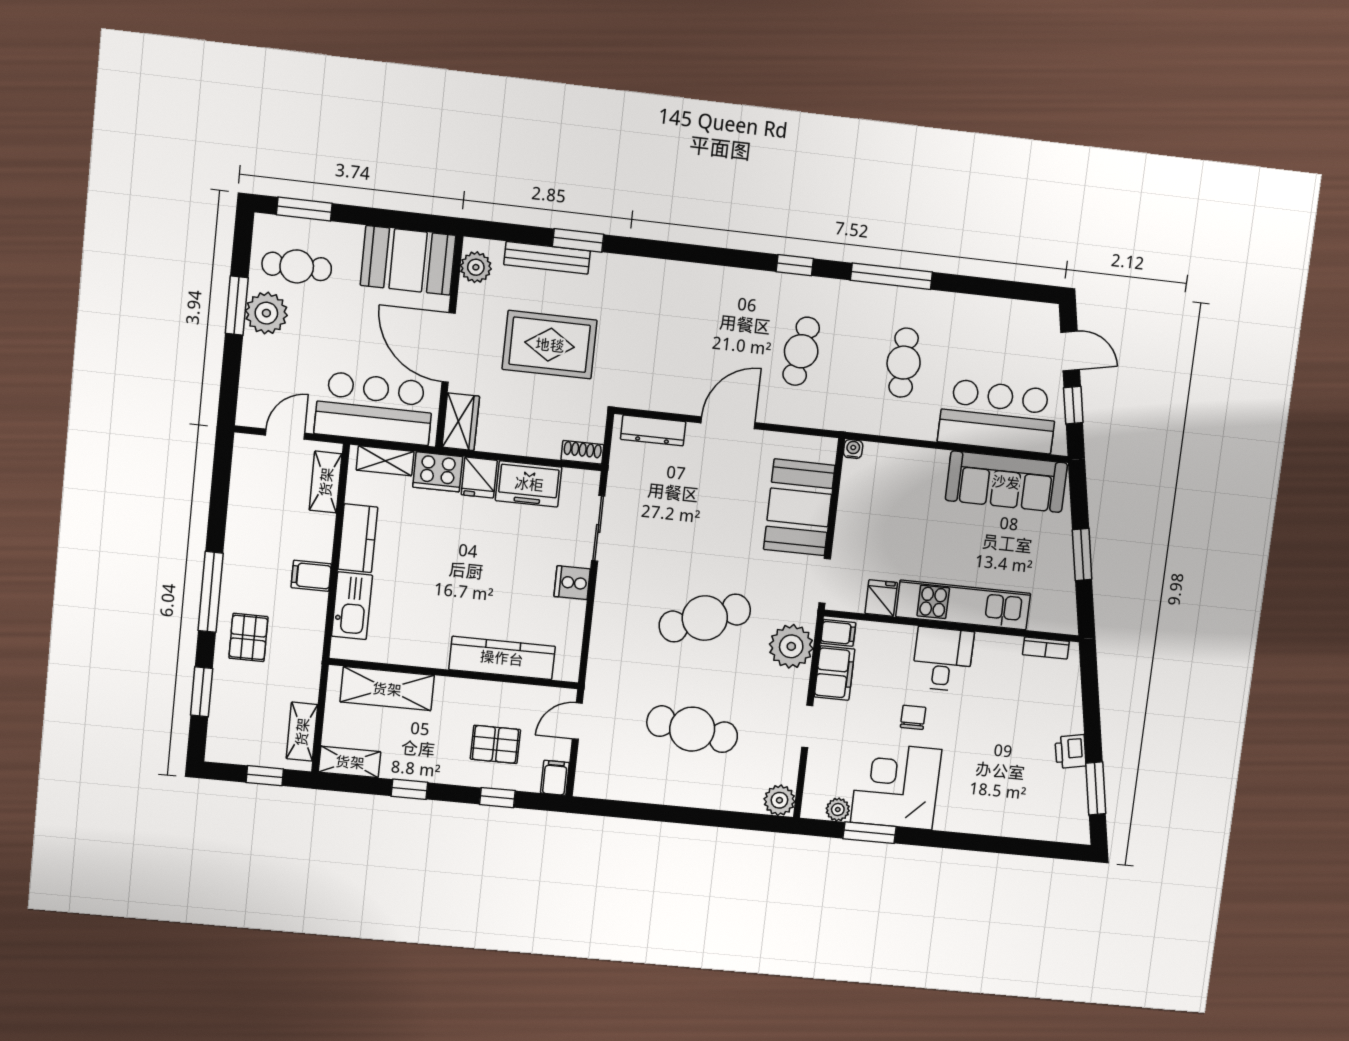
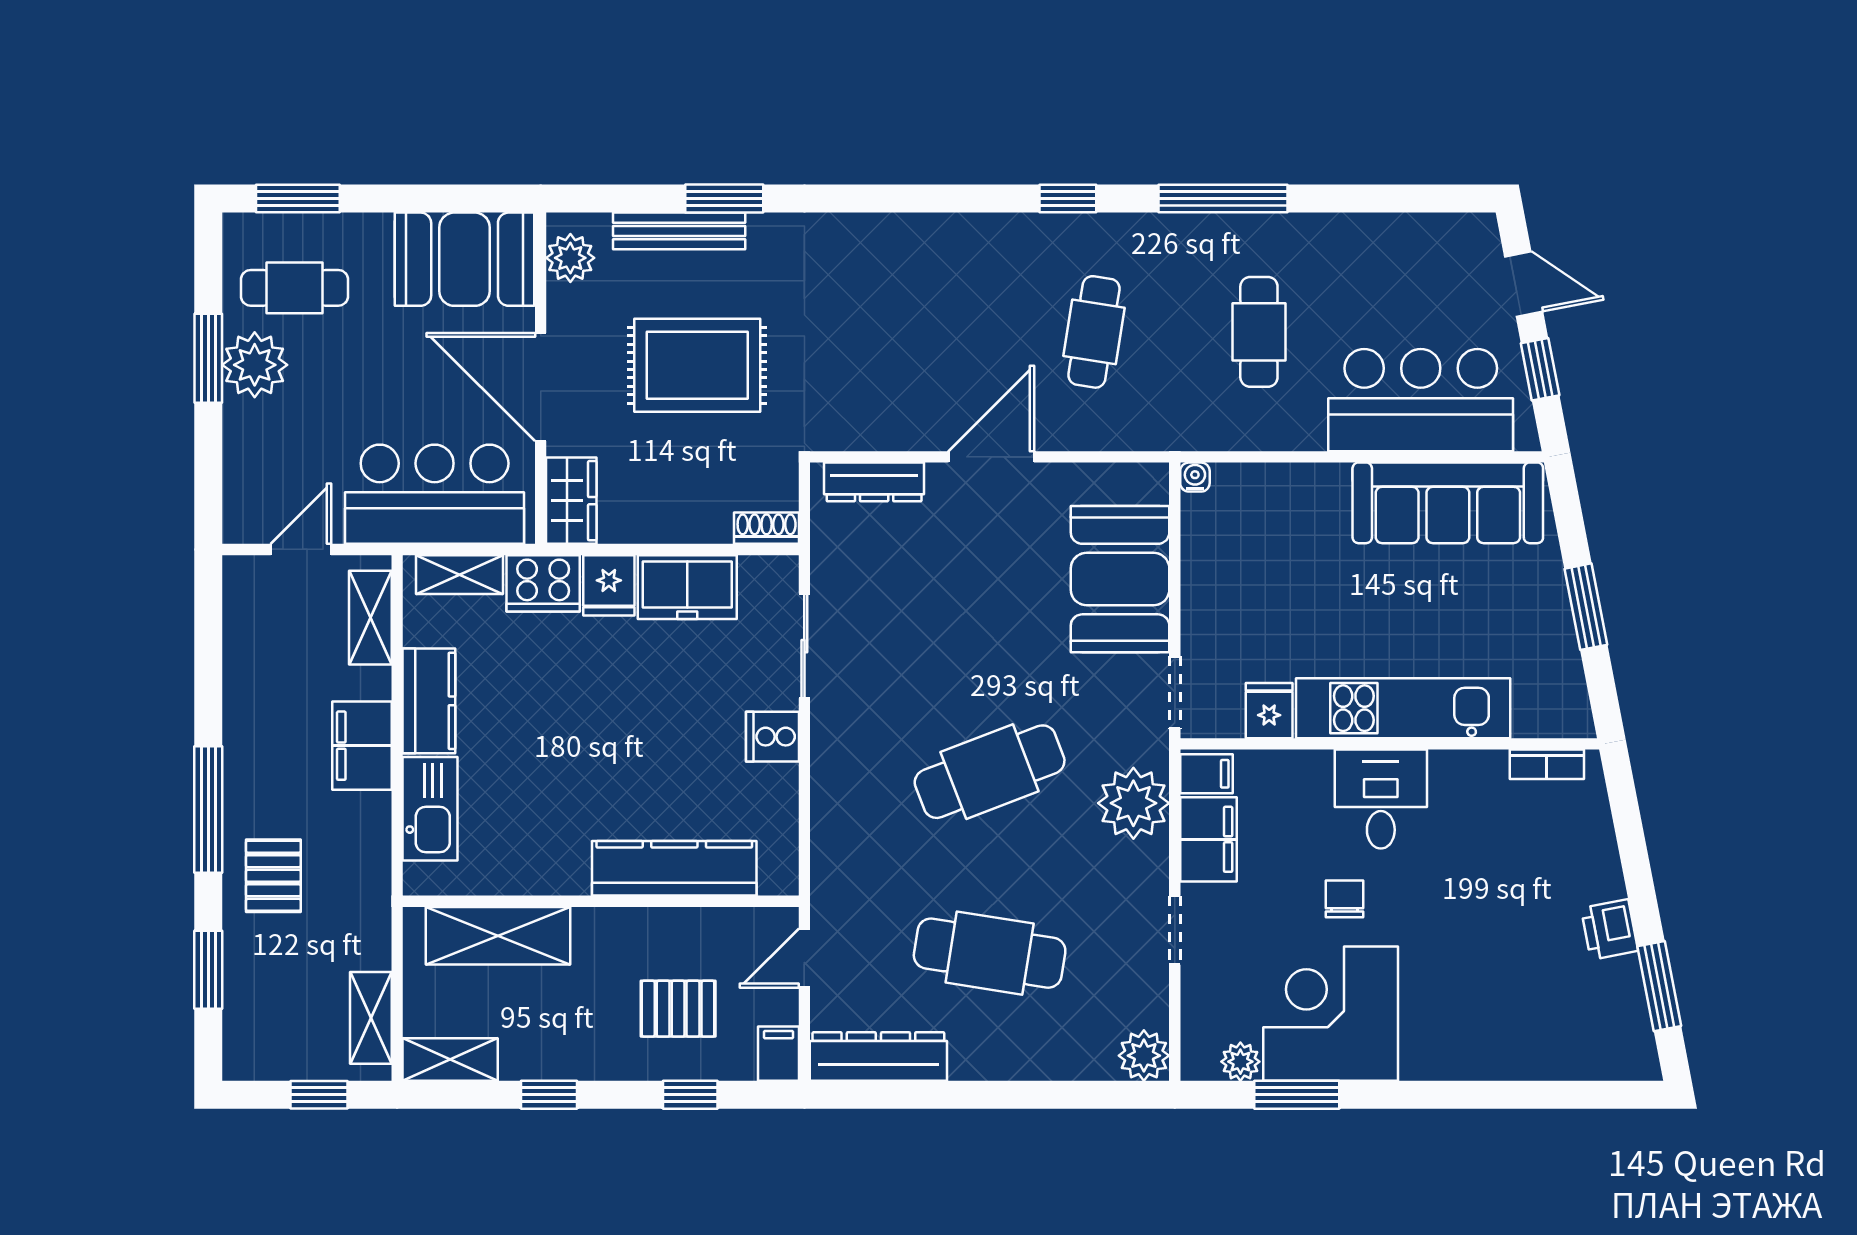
filing cabinet: (311, 576) -> (362, 746), width x2.00
dresser: (617, 785) -> (878, 1056), added

